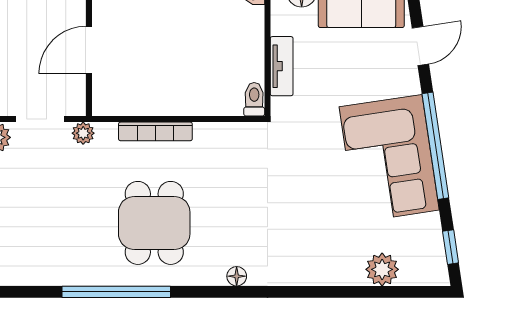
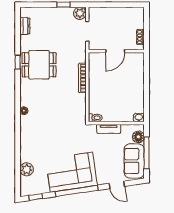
door: (89, 50) -> (115, 51), swing flipped
plant: (83, 133) -> (82, 49), removed
dining table: (154, 223) -> (39, 65), moved
dresser: (27, 274) -> (25, 26), added
window: (116, 292) -> (18, 62), width x0.32

